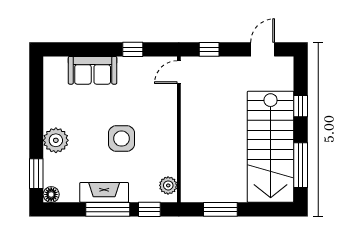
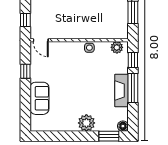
side table: (121, 139) -> (89, 48), moved, width x0.54, depth x0.54

